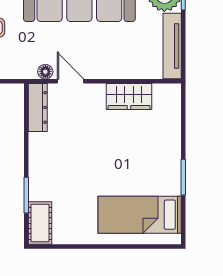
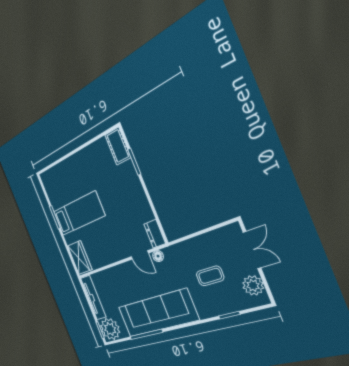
wardrobe: (129, 96) -> (80, 258), moved, turned 90
dresser: (38, 107) -> (155, 234), width x0.70
bed: (140, 215) -> (79, 214), moved

